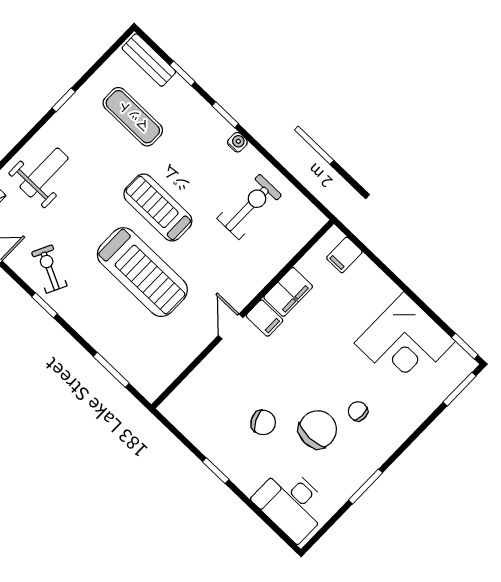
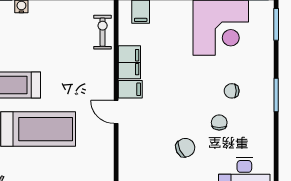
exercise bike: (249, 207) -> (103, 32), moved, width x0.73, depth x0.72
chair: (318, 430) -> (219, 123), width x0.54, depth x0.54
window: (366, 486) -> (276, 95), moved

